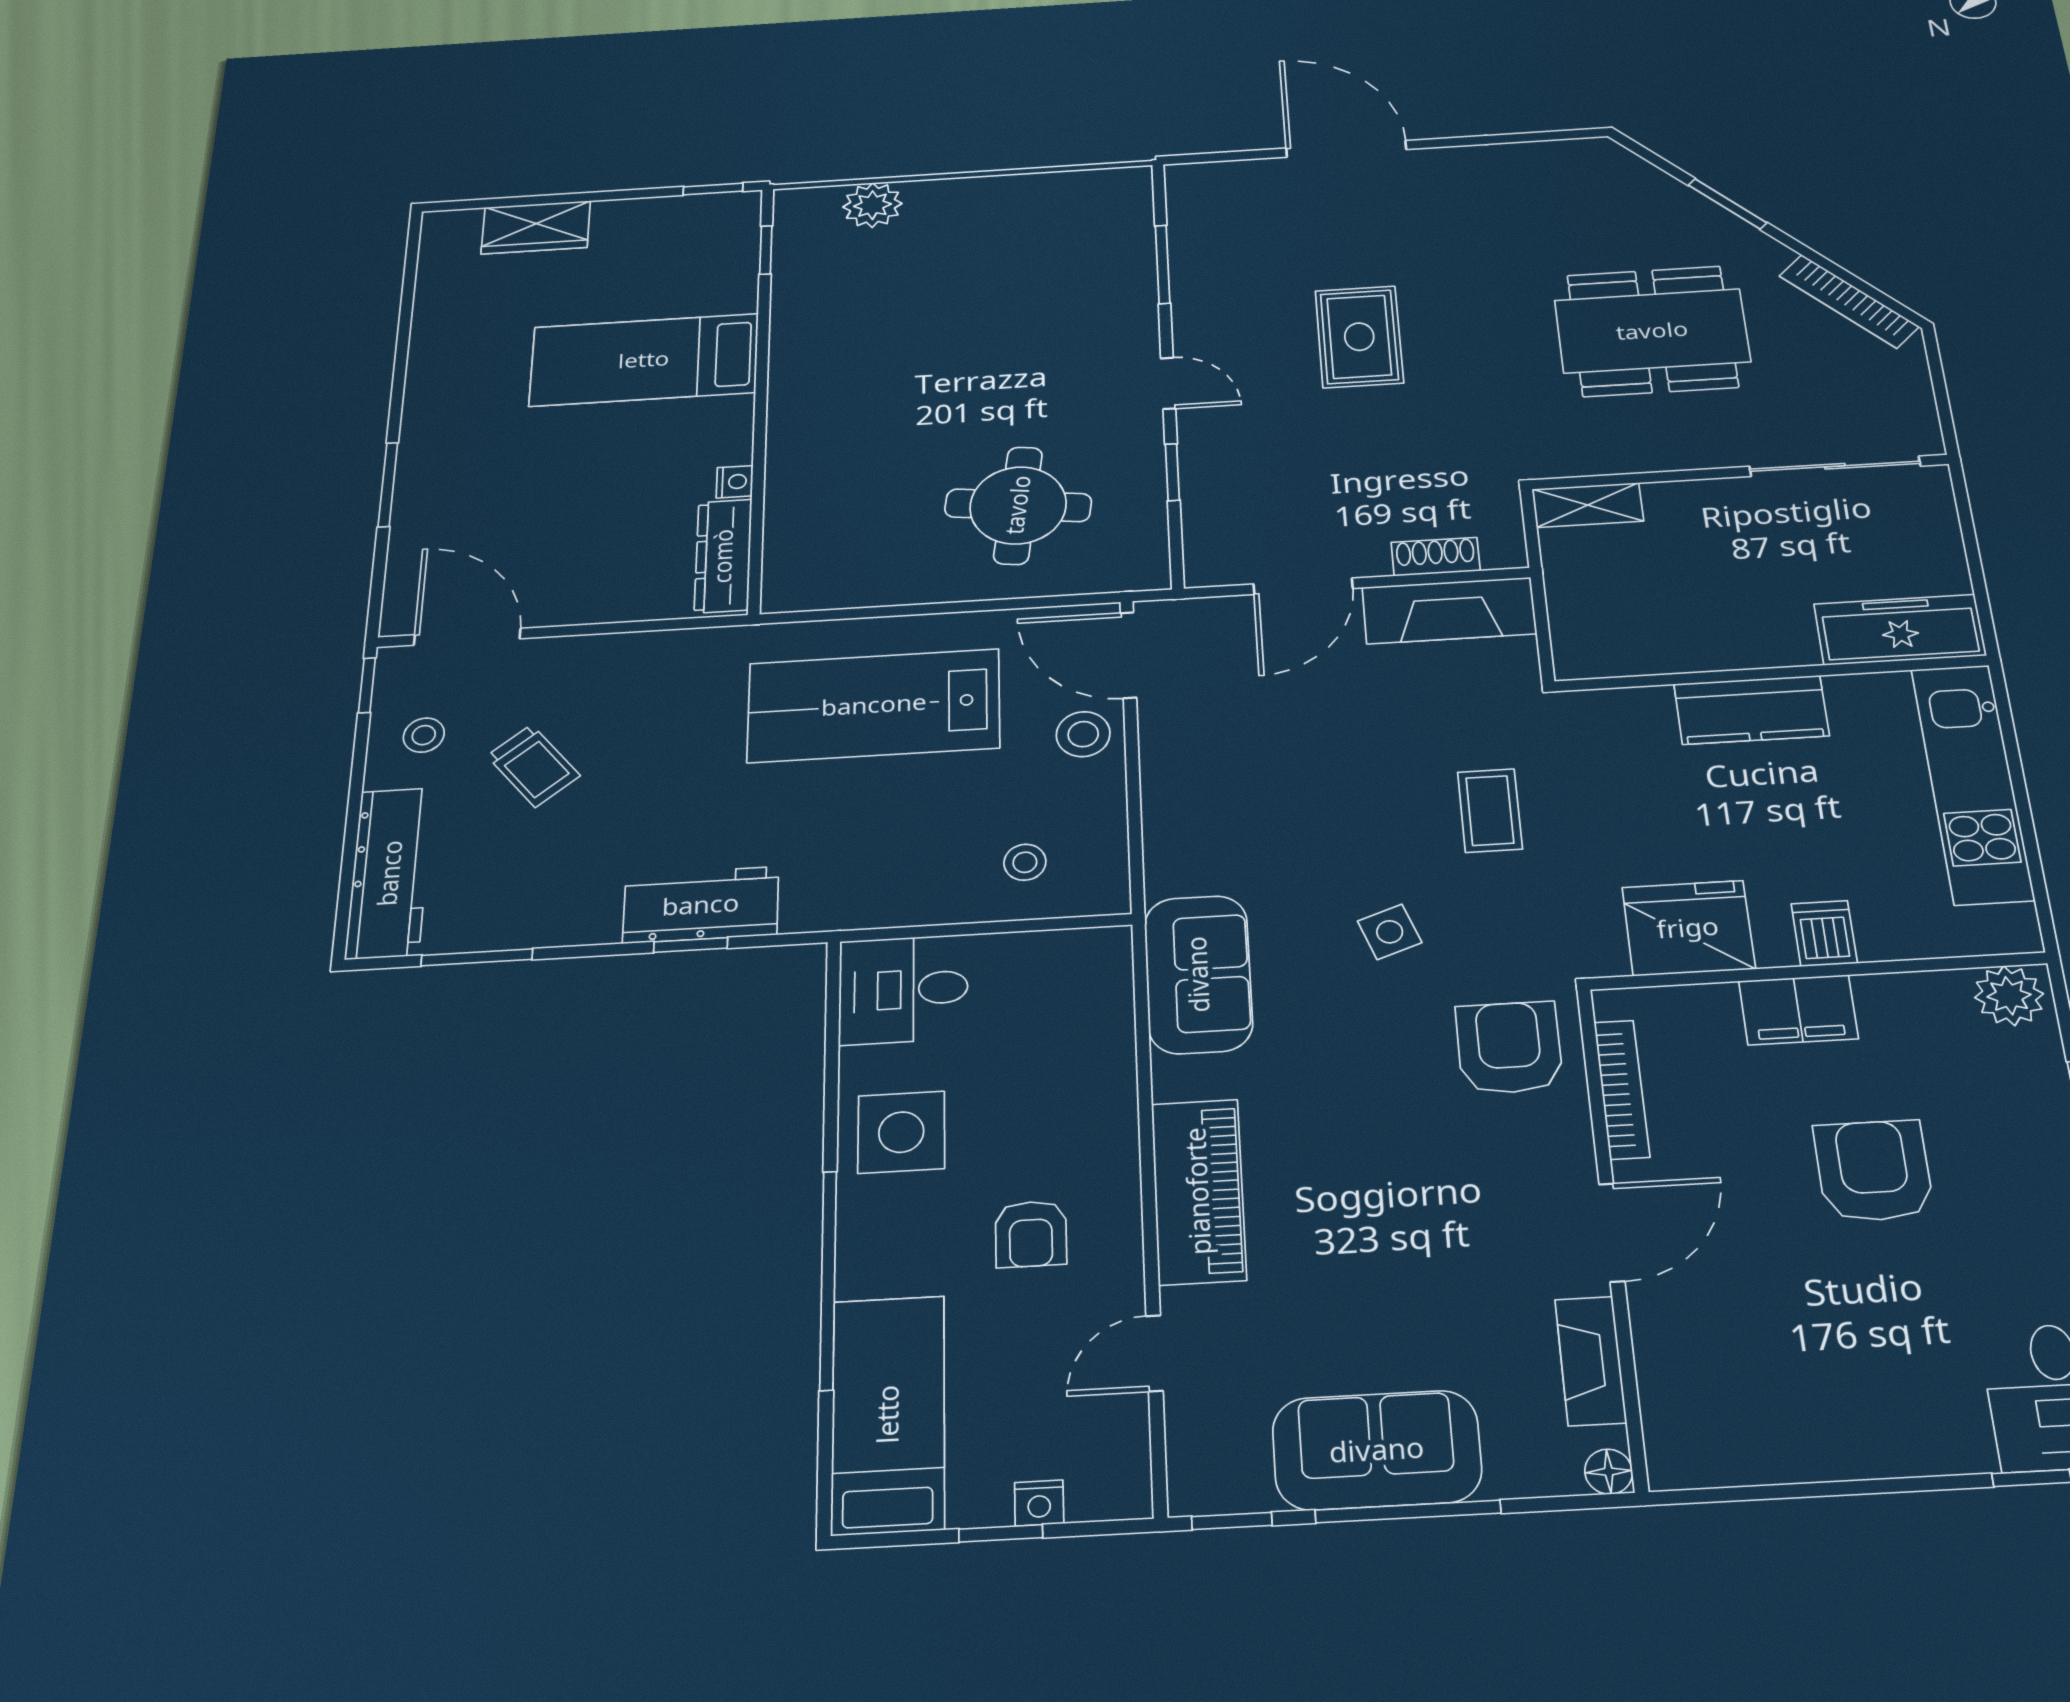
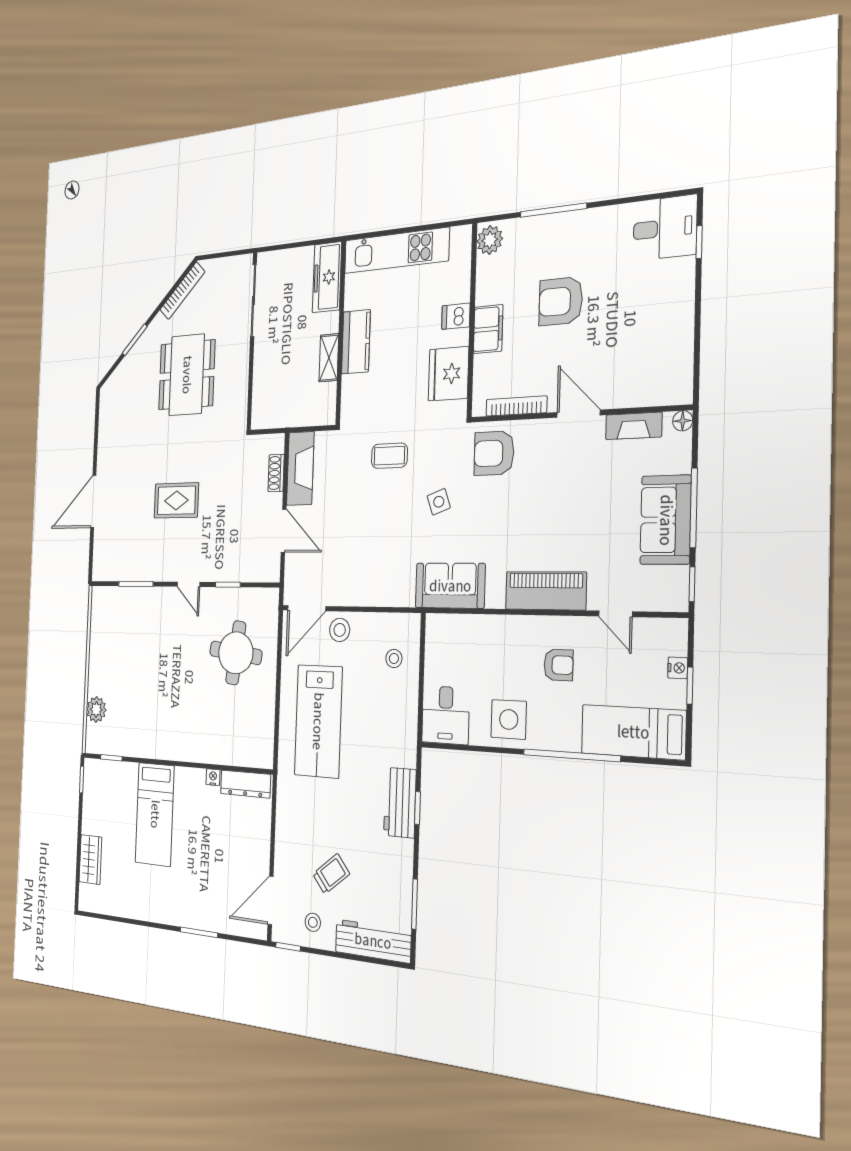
door: (1168, 383) -> (188, 584), swing flipped
shelving: (1588, 505) -> (329, 358), moved

